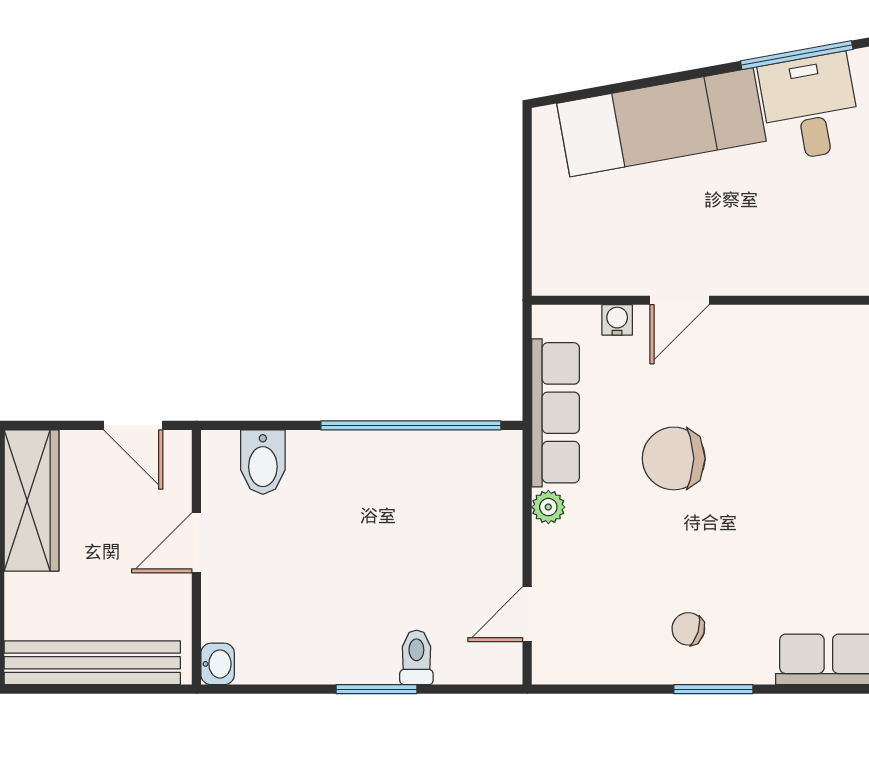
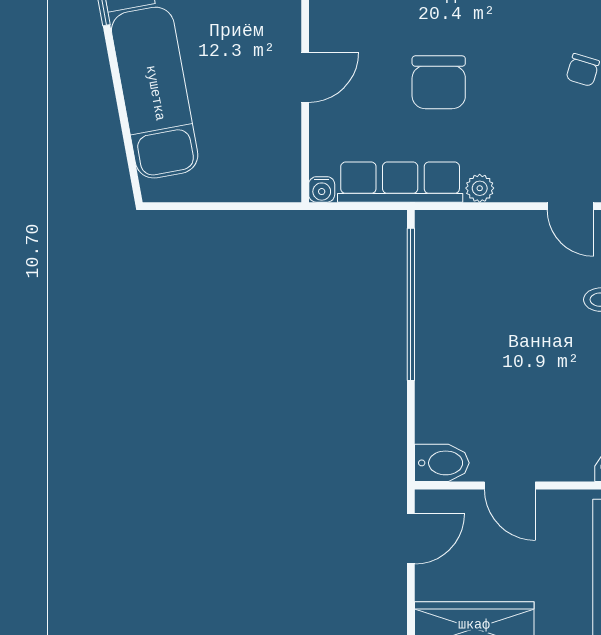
door: (680, 300) -> (305, 77), hinge flipped
water cooler: (617, 320) -> (322, 189), moved, turned -90
bidet: (263, 462) -> (442, 463), moved

